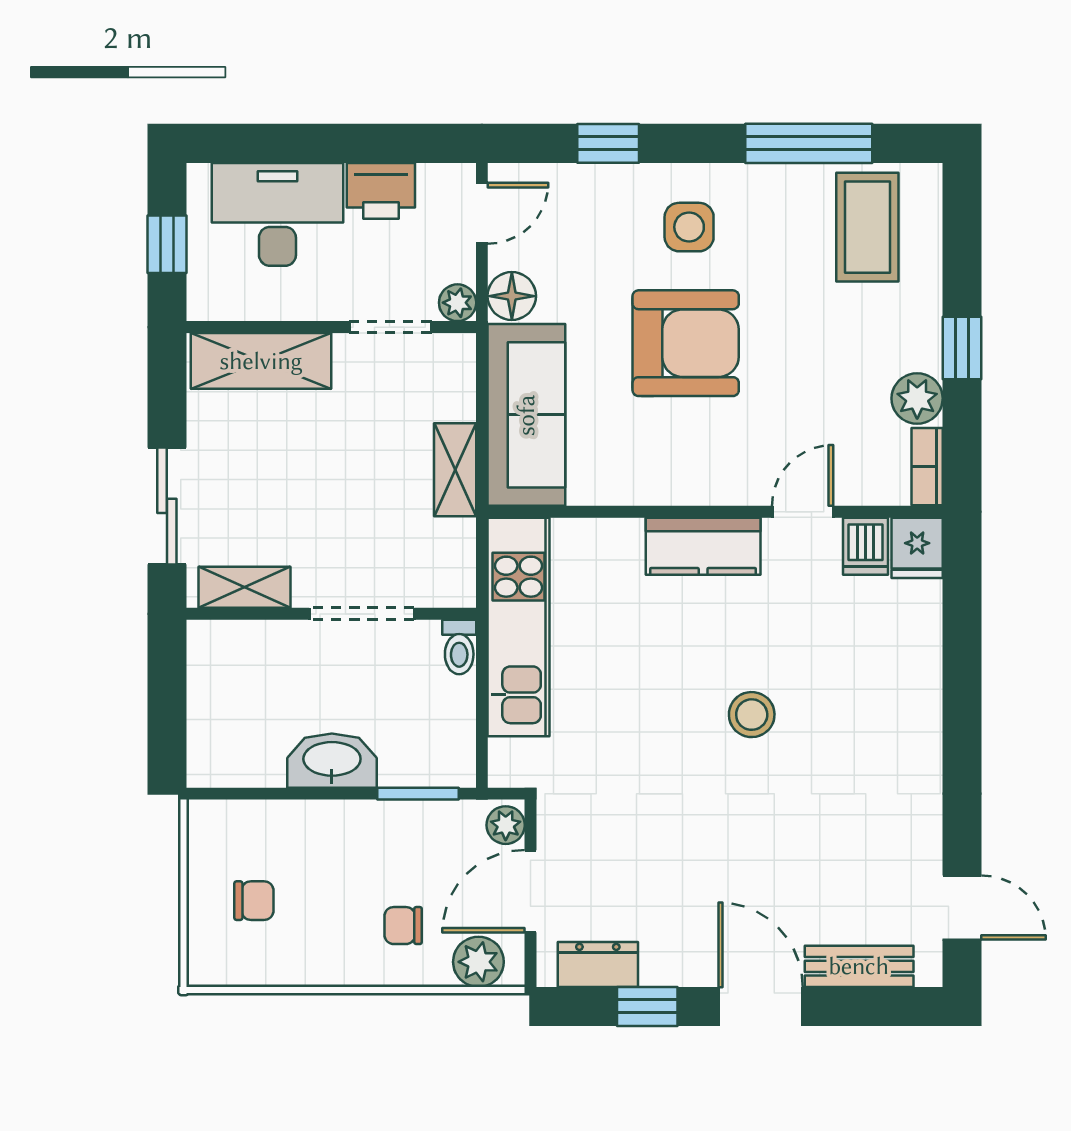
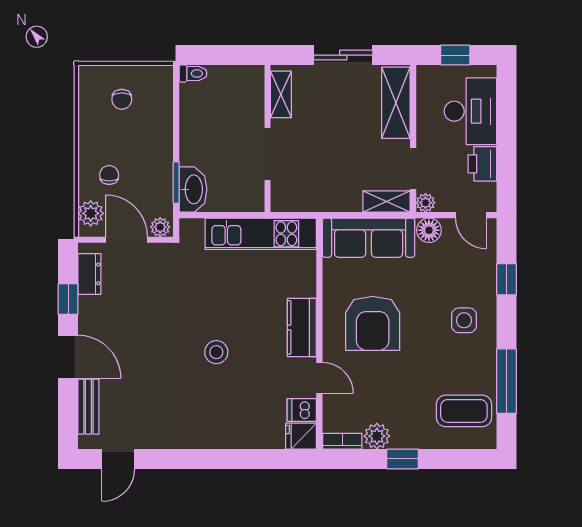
armchair: (686, 343) -> (373, 323), moved
shelving: (455, 470) -> (387, 201), moved
sliding door: (167, 506) -> (343, 55), moved
toilet: (459, 647) -> (193, 73), moved, turned 180
washbasin: (332, 761) -> (193, 189), moved
door: (761, 1006) -> (68, 357), hinge flipped

